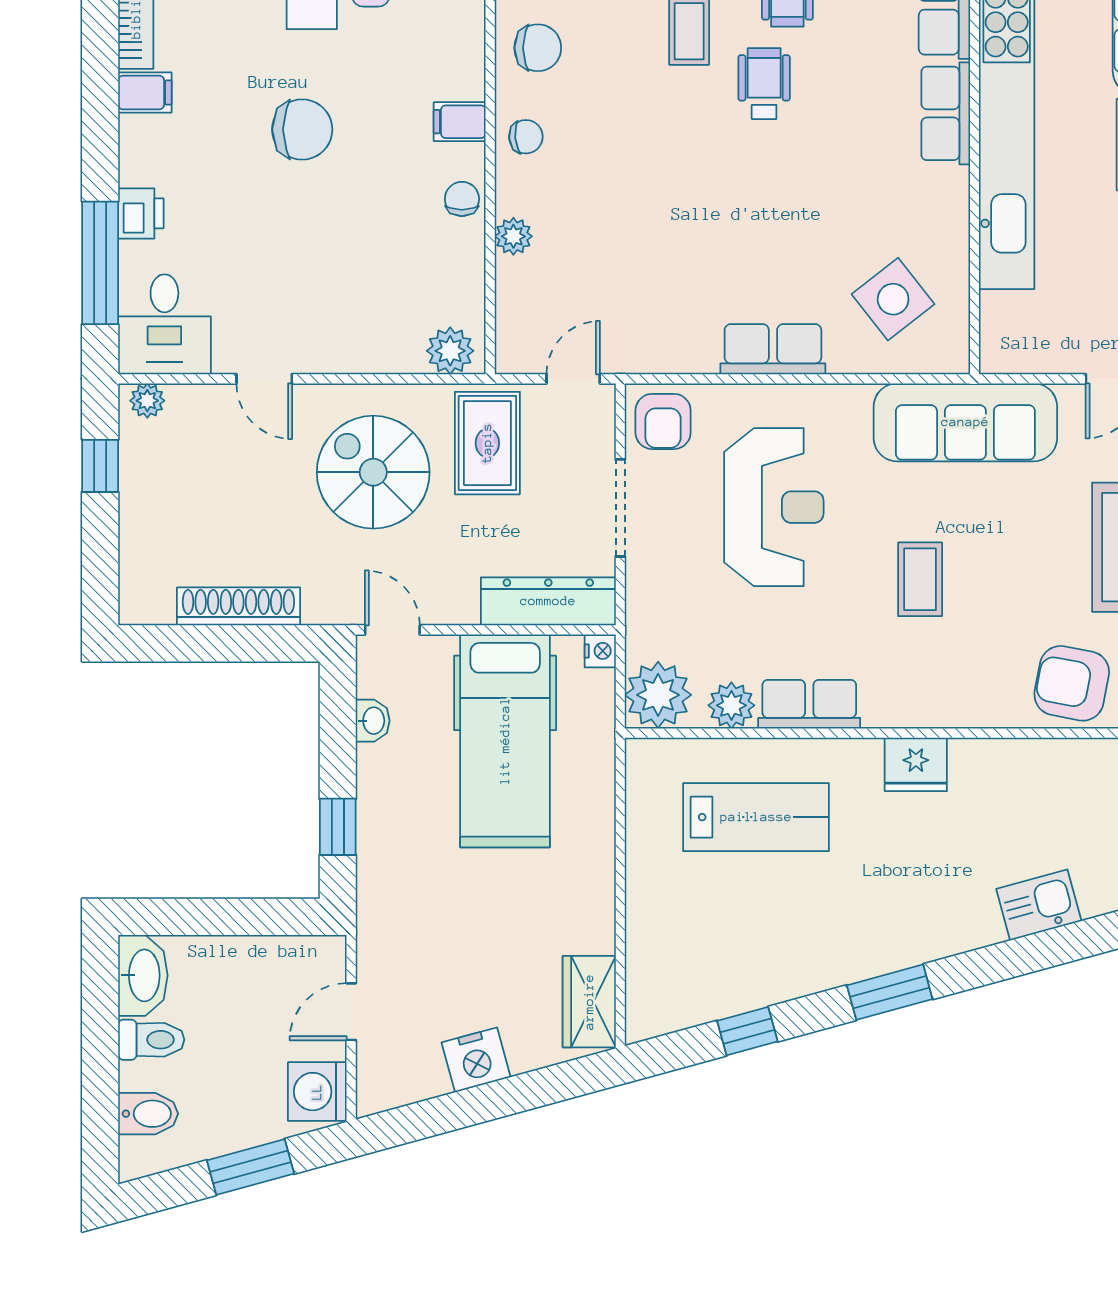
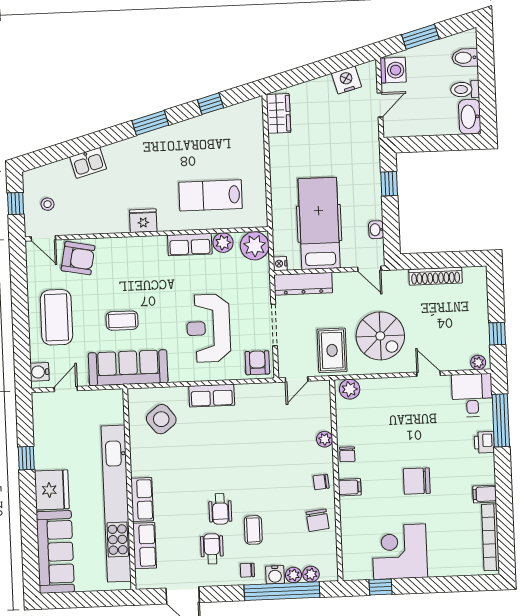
chair: (538, 48) -> (318, 520), turned -97
coffee table: (920, 579) -> (122, 321), moved, turned 90
nightstand: (476, 1060) -> (347, 80), moved

